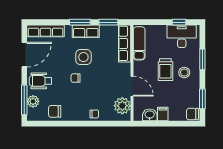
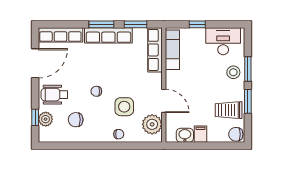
window: (179, 22) -> (197, 24), moved
row of seats: (86, 31) -> (108, 35), width x1.48
side table: (83, 57) -> (124, 107), moved
trolley: (165, 70) -> (229, 110), moved, turned 90
stool: (184, 73) -> (233, 72), moved
window: (202, 99) -> (248, 101), moved
window: (24, 100) -> (35, 117), width x0.46
chair: (55, 111) -> (76, 120), moved

